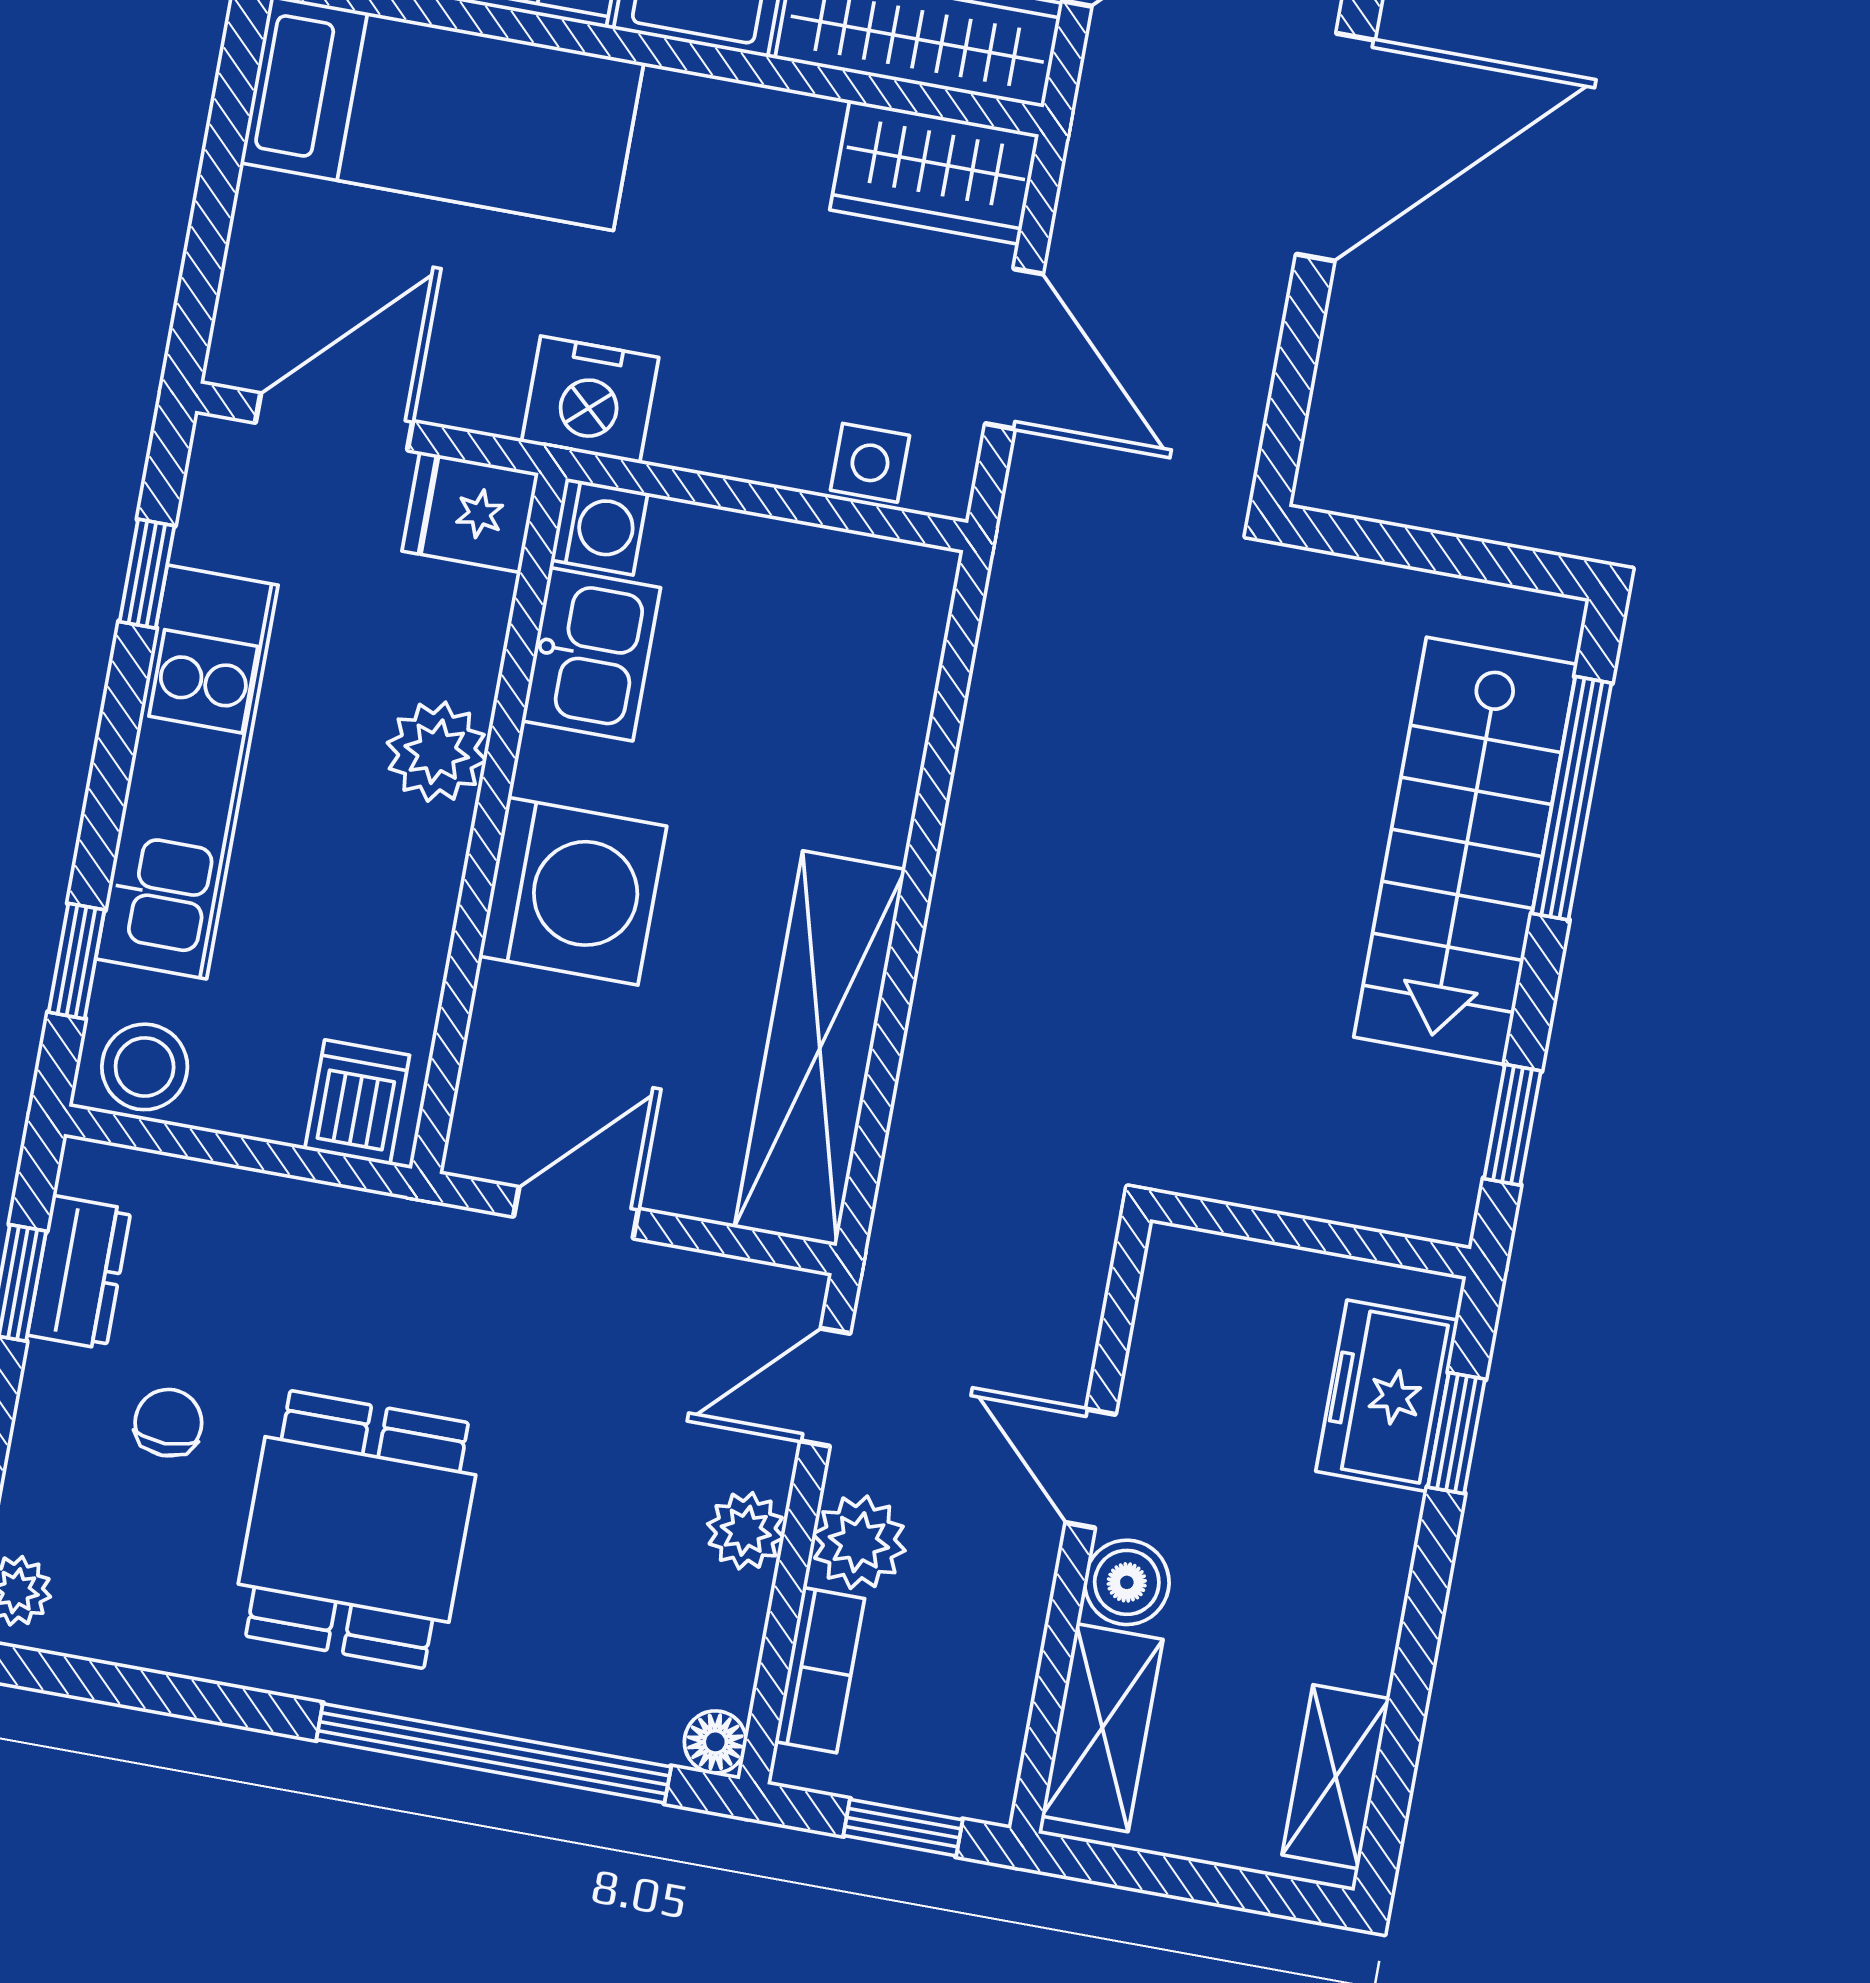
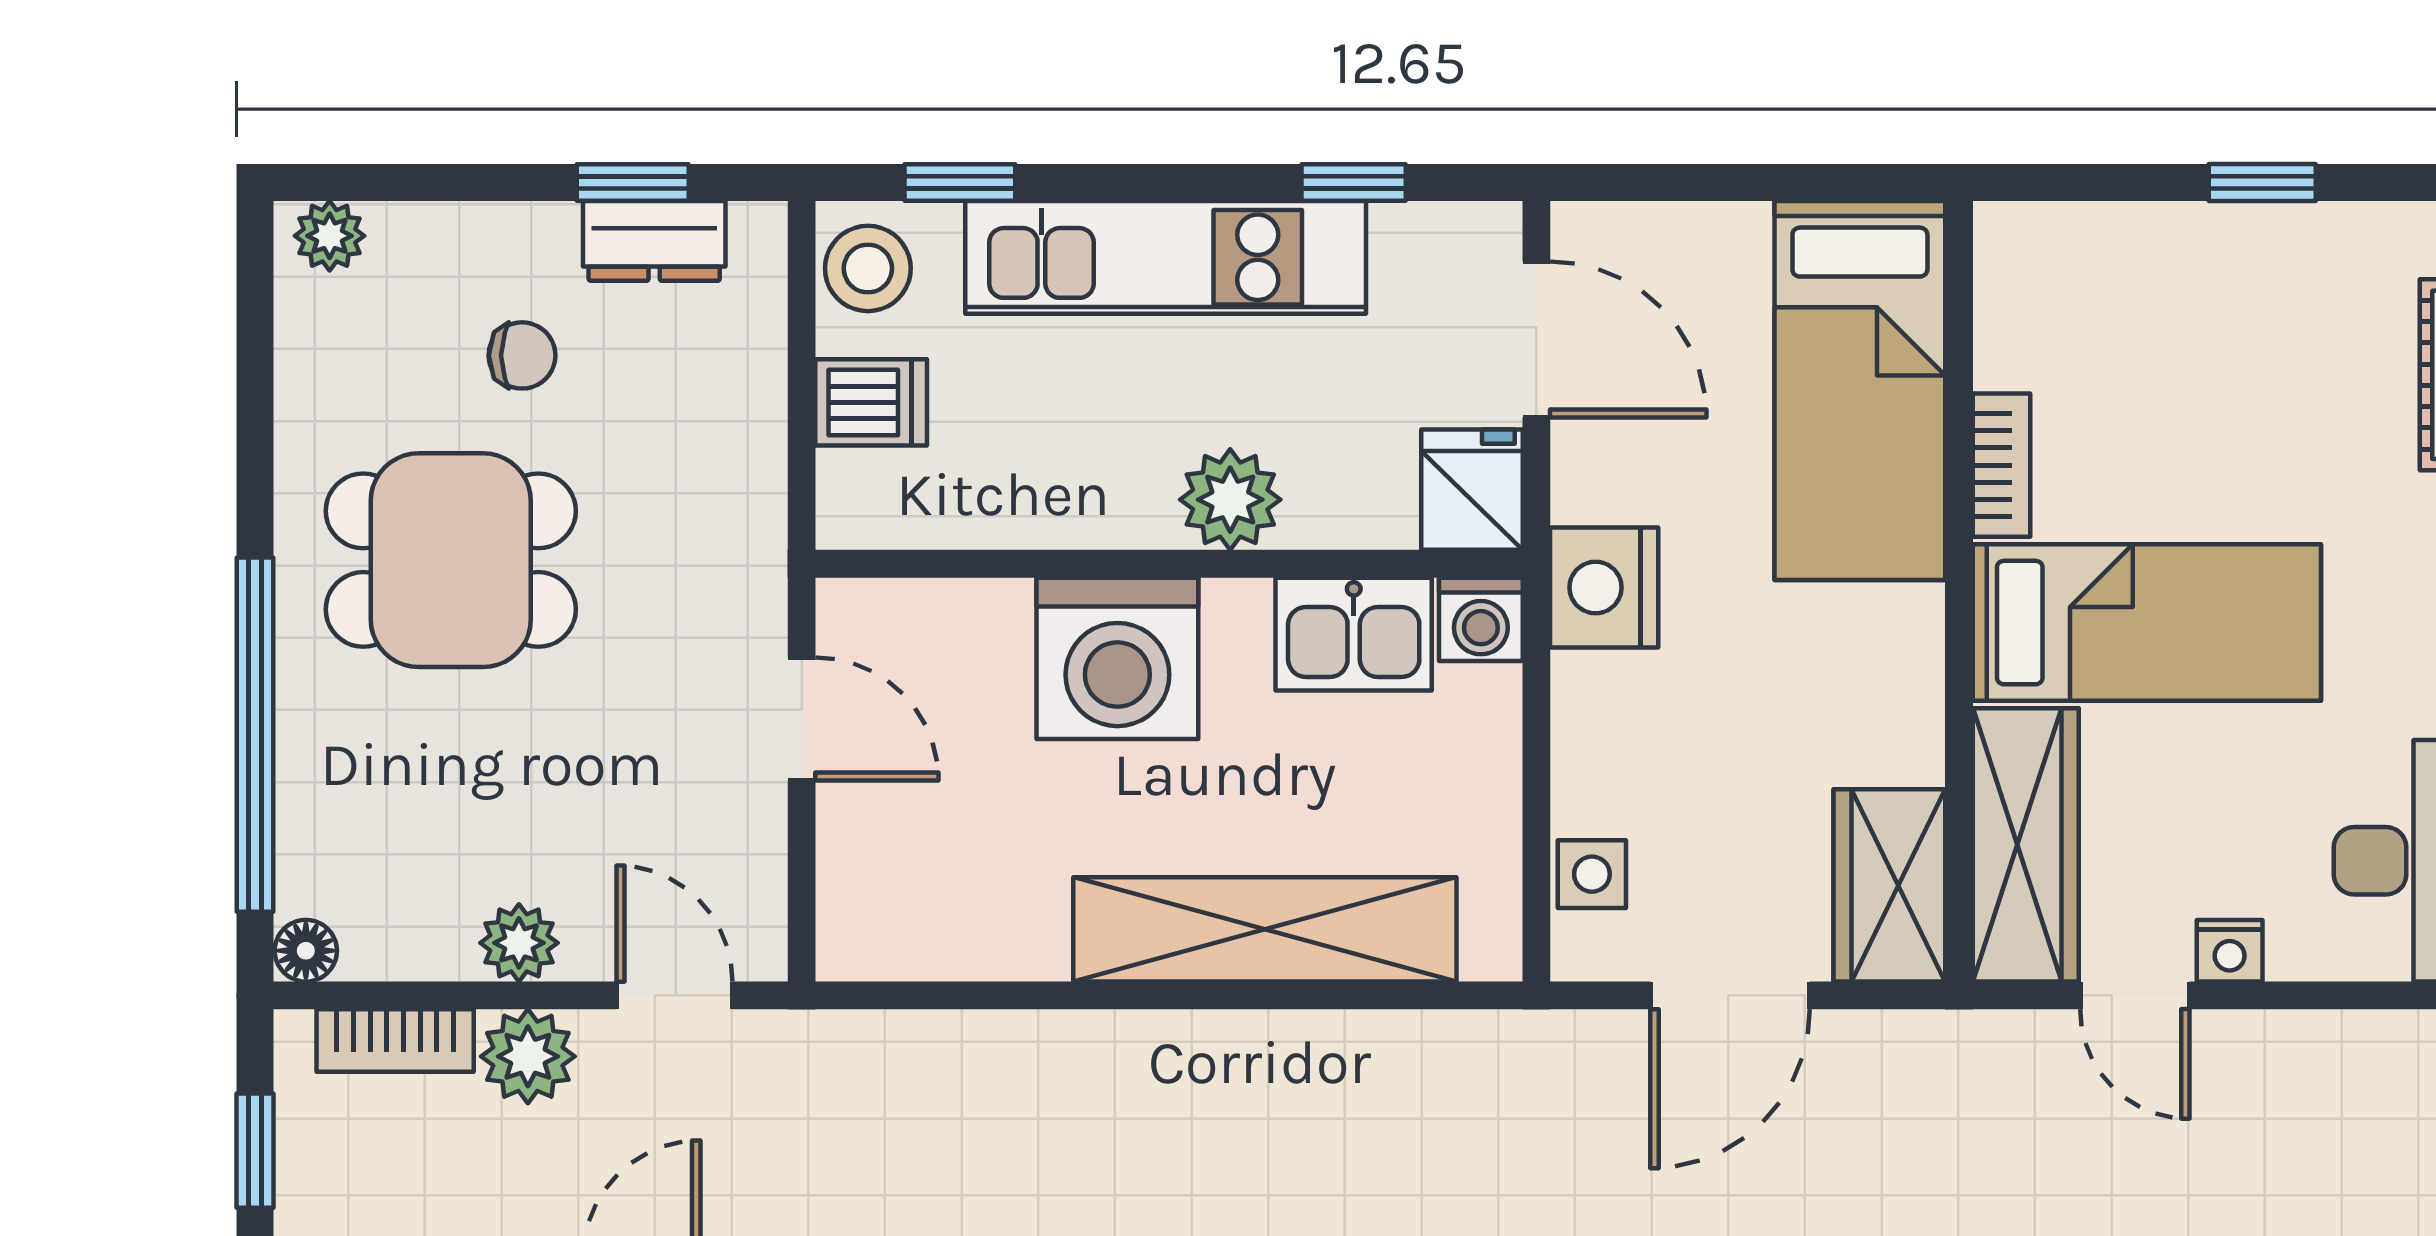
shelving: (820, 1048) -> (1265, 929), moved
dishwasher: (357, 1102) -> (871, 402), moved

